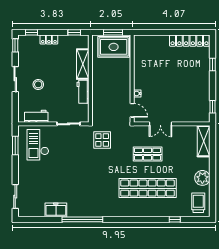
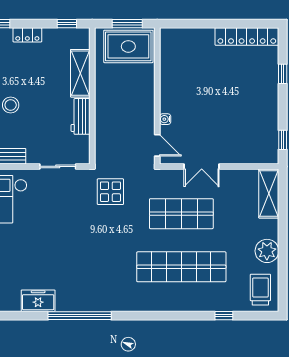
shop shelf: (148, 154) -> (181, 214), width x1.43, depth x1.36

